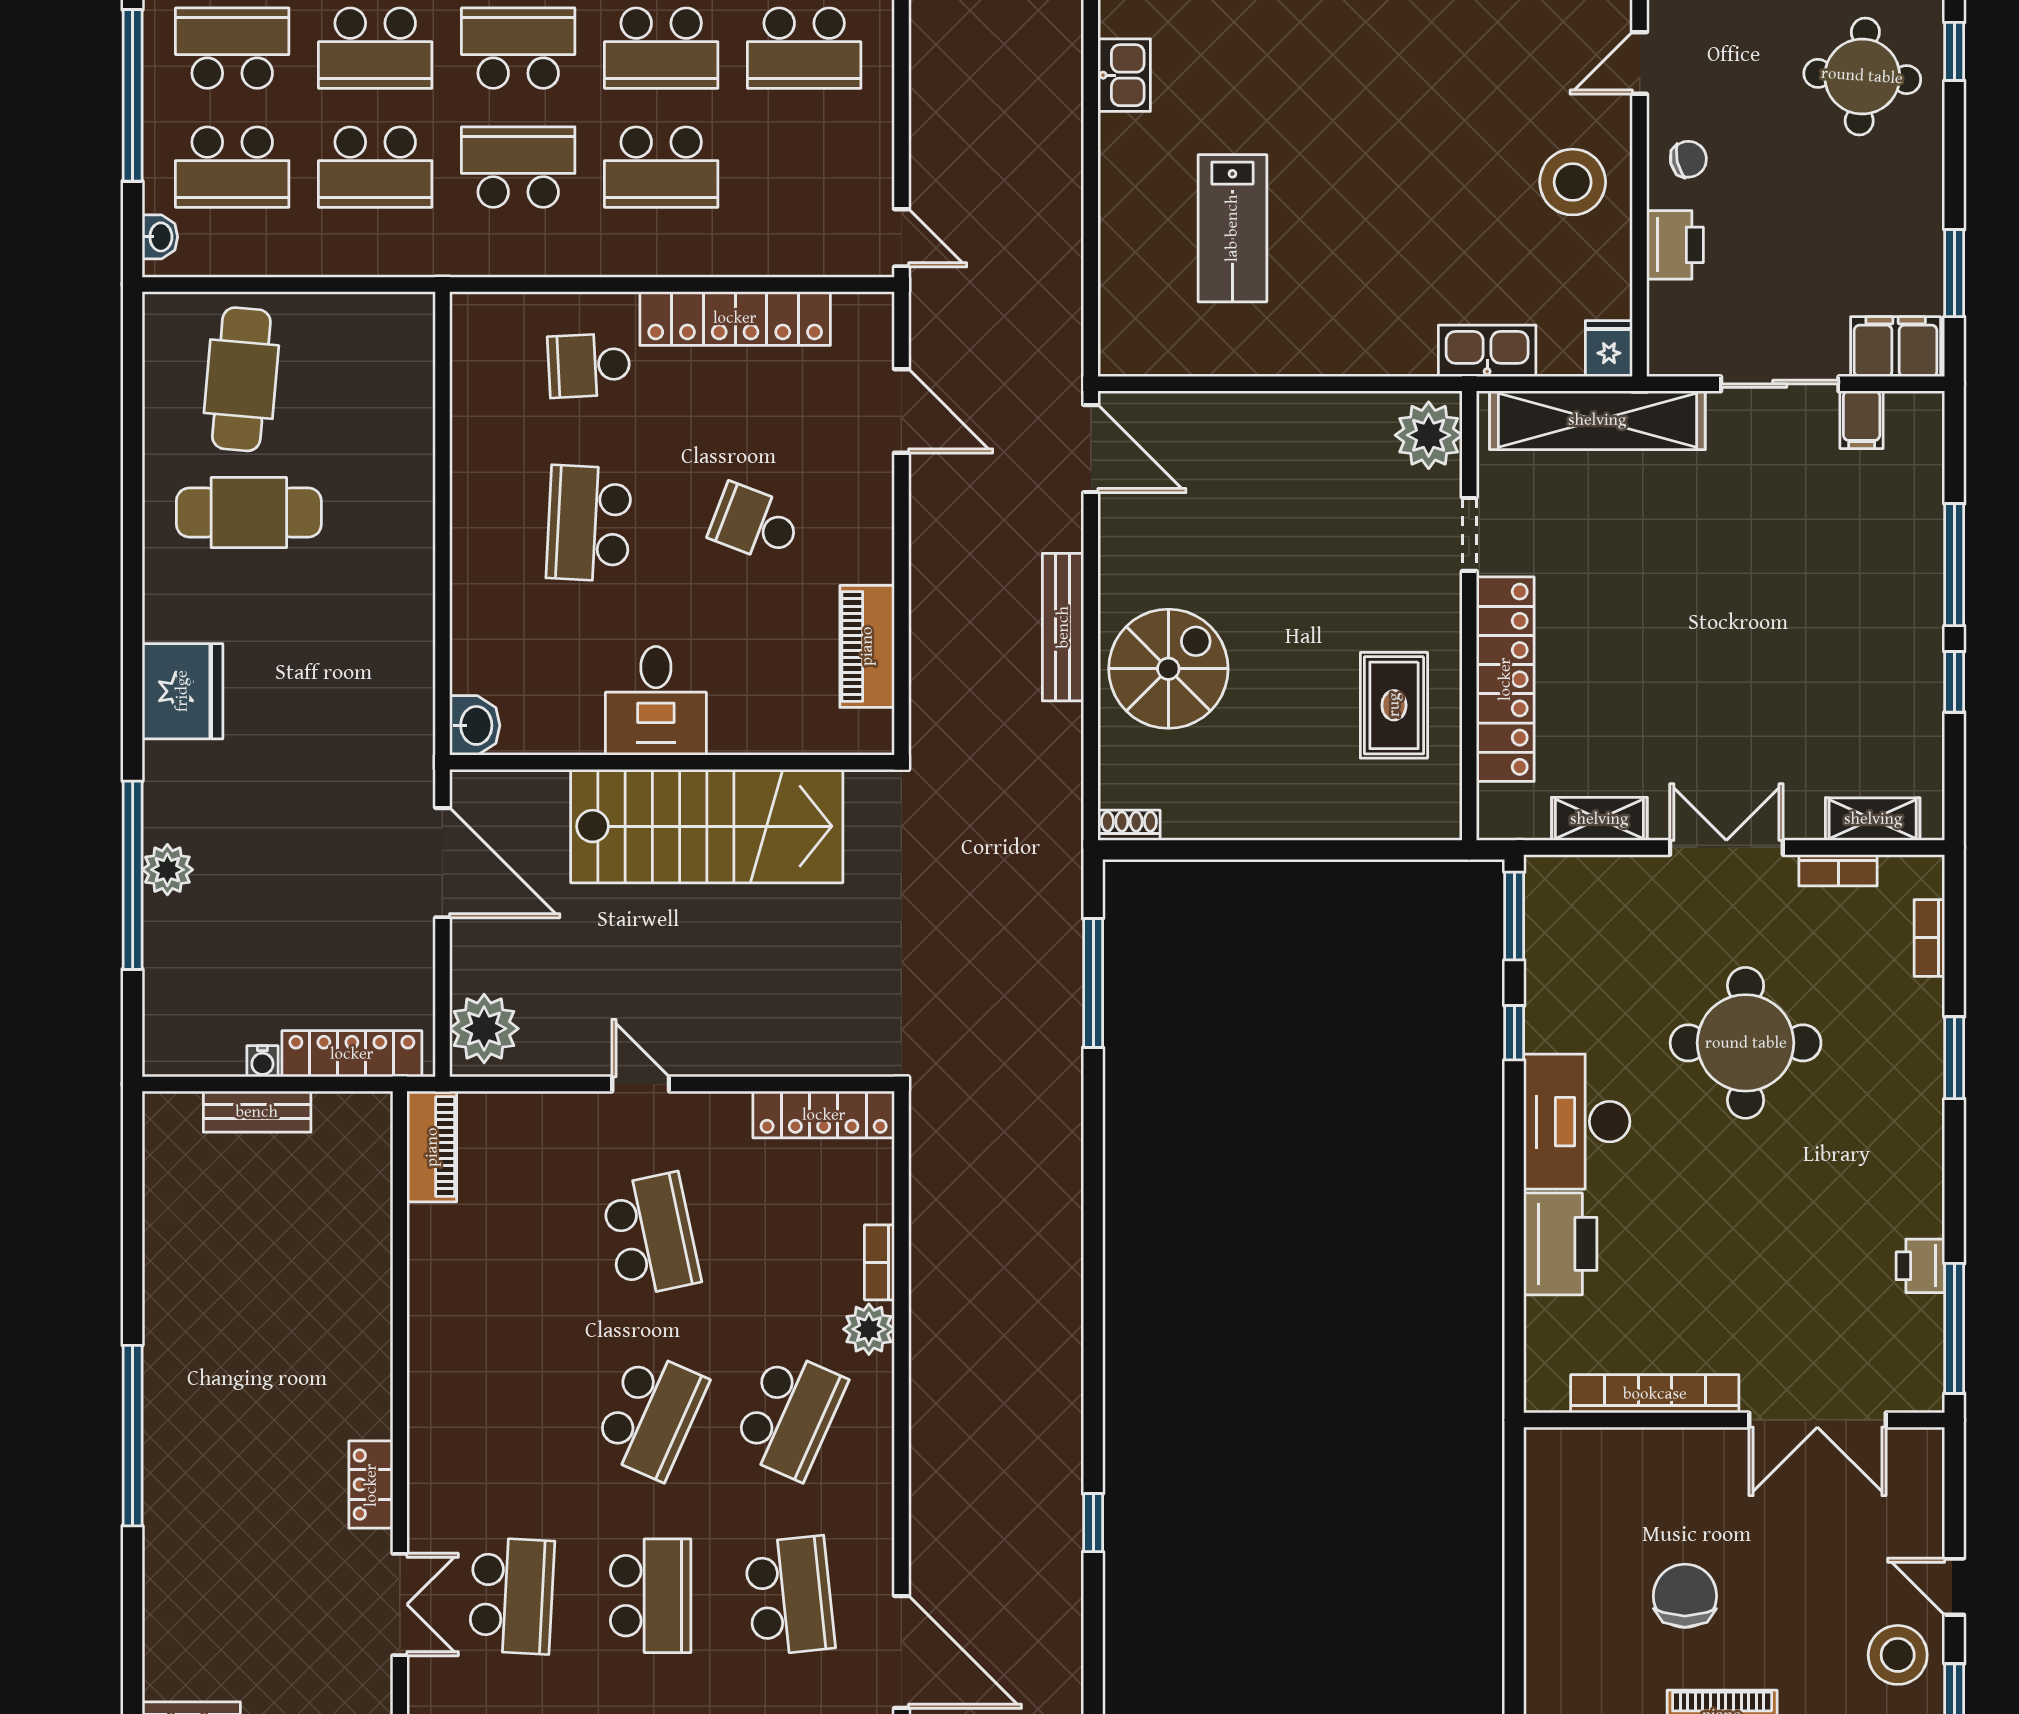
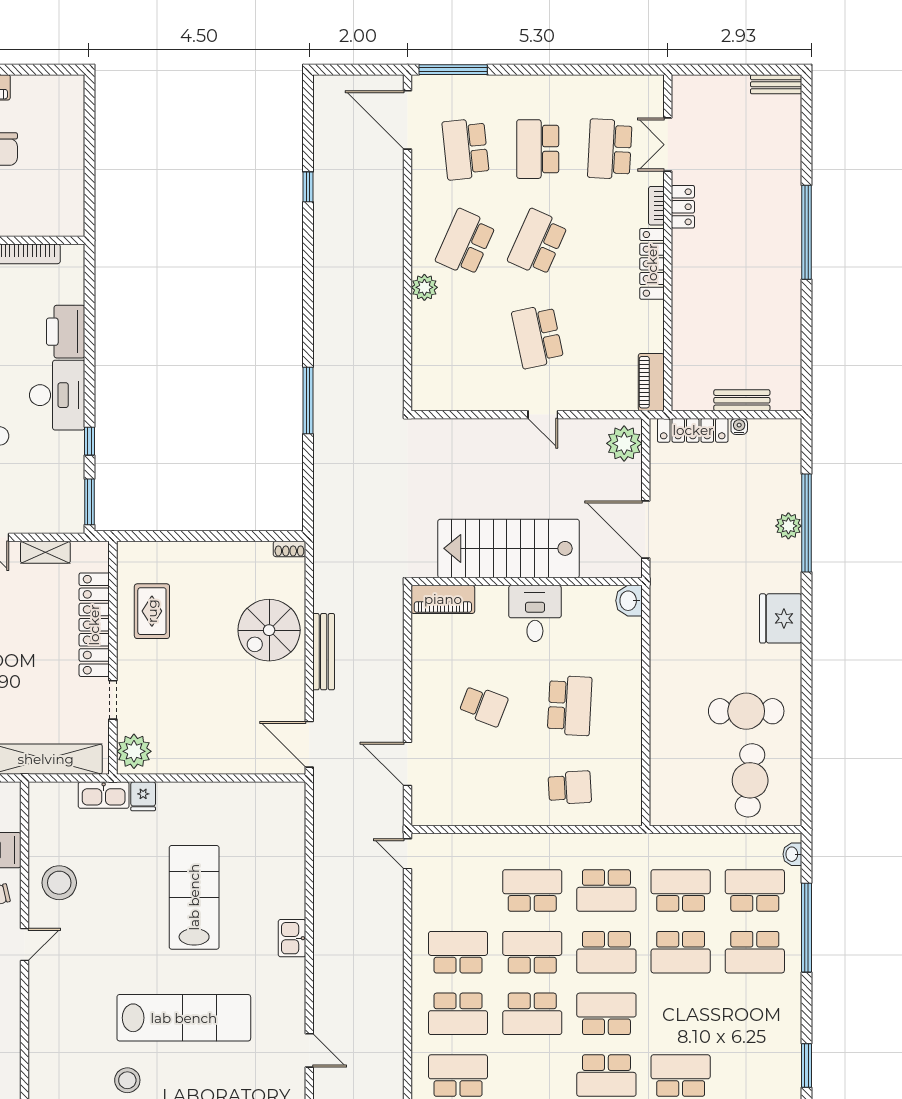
school desk: (375, 48) -> (681, 952), turned 180
lab bench: (1232, 228) -> (194, 897), moved, width x1.36, depth x1.39
locker: (735, 318) -> (494, 812), removed
fridge: (1609, 349) -> (143, 796), moved
piano: (867, 646) -> (443, 599), moved, turned 90
window: (1093, 983) -> (308, 401), moved
locker: (824, 1115) -> (652, 264), moved, turned -90
bookcase: (879, 1262) -> (656, 206), moved, turned 180

